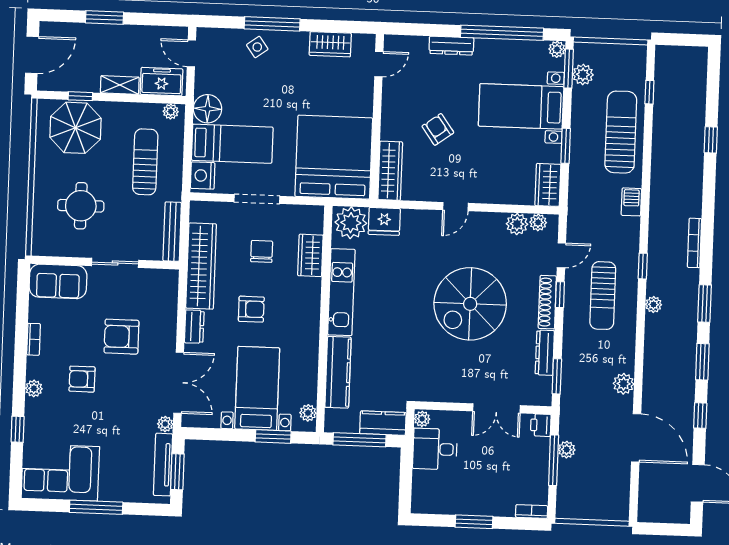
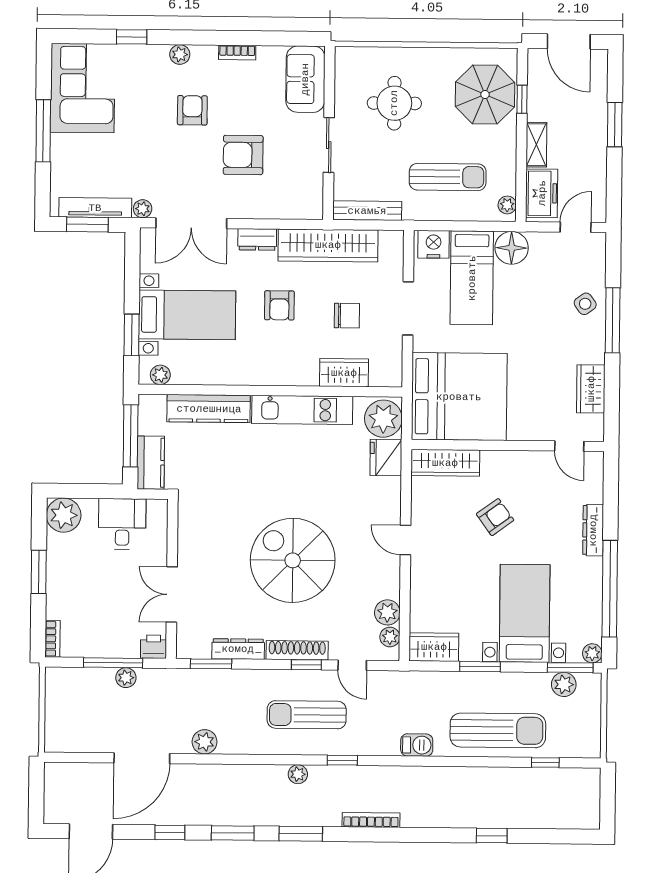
armchair: (121, 337) -> (243, 155), turned -90
plant: (422, 419) -> (64, 515), moved, width x1.88, depth x1.88

